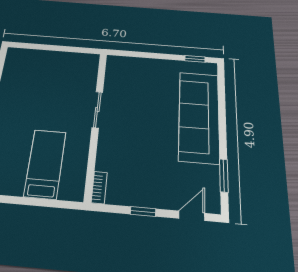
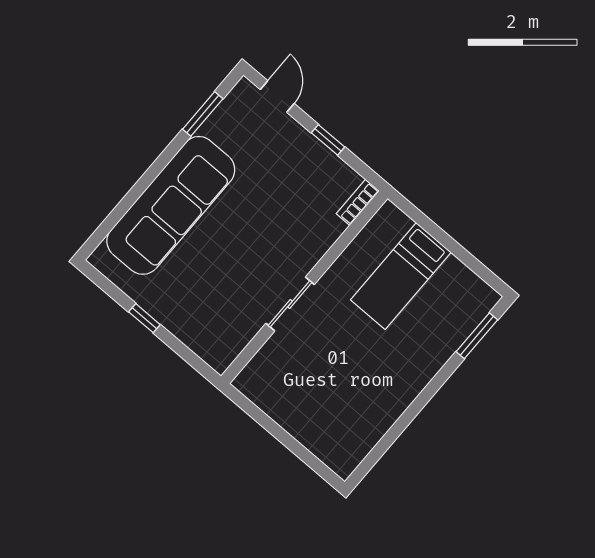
window: (195, 59) -> (144, 318), moved
door: (192, 216) -> (277, 96), swing flipped

